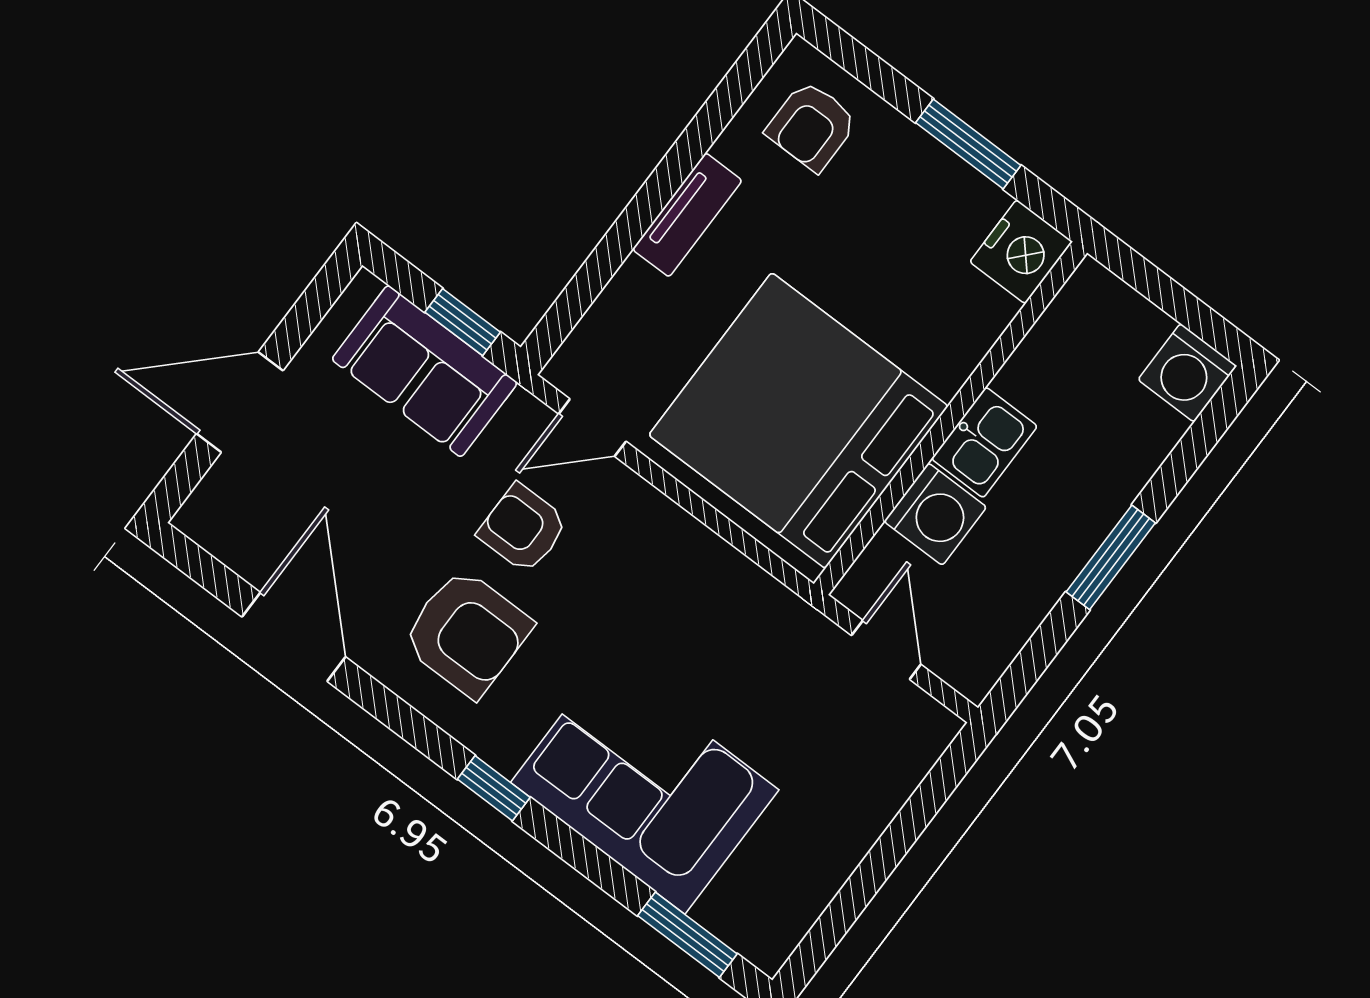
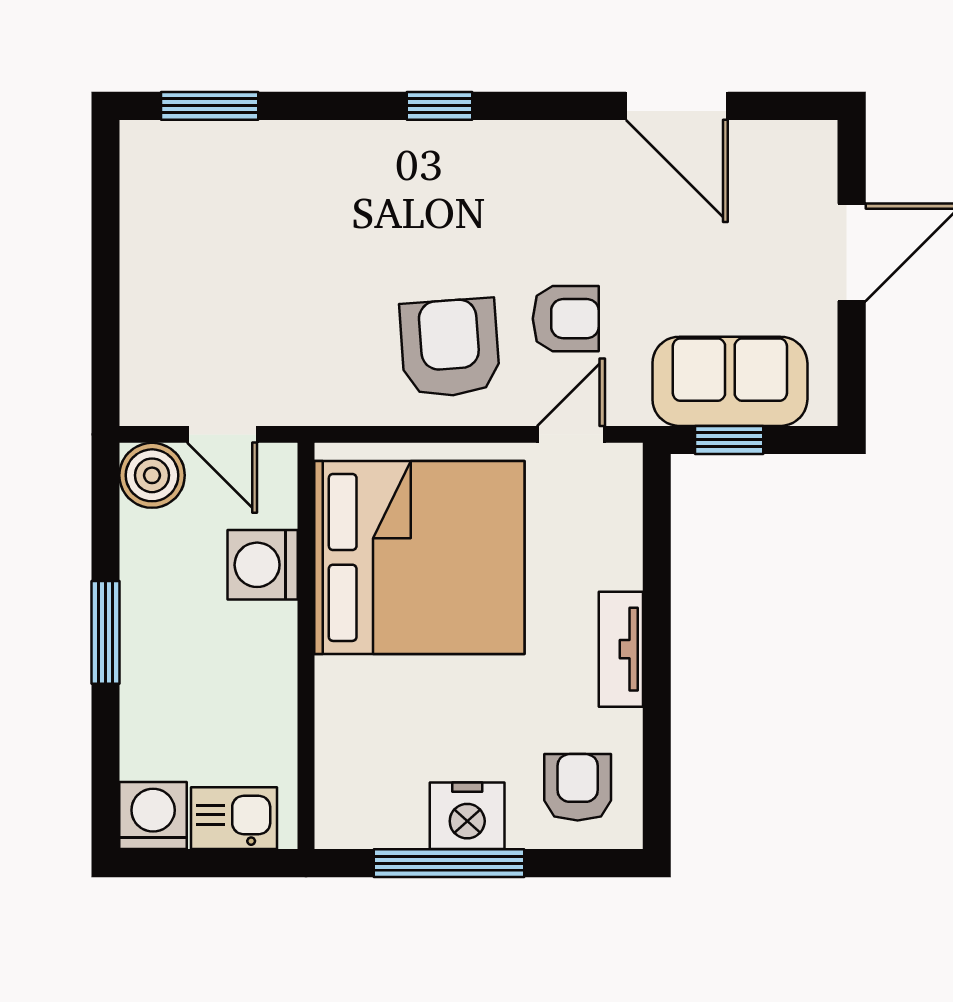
window: (968, 144) -> (449, 863), width x1.44
nightstand: (1021, 252) -> (467, 816), moved, turned -90
kitchen sink: (984, 442) -> (234, 818), moved, turned 90
armchair: (467, 633) -> (450, 348), moved, turned 86
boiler: (971, 660) -> (152, 475), added
corner sofa: (645, 786) -> (327, 194), removed

